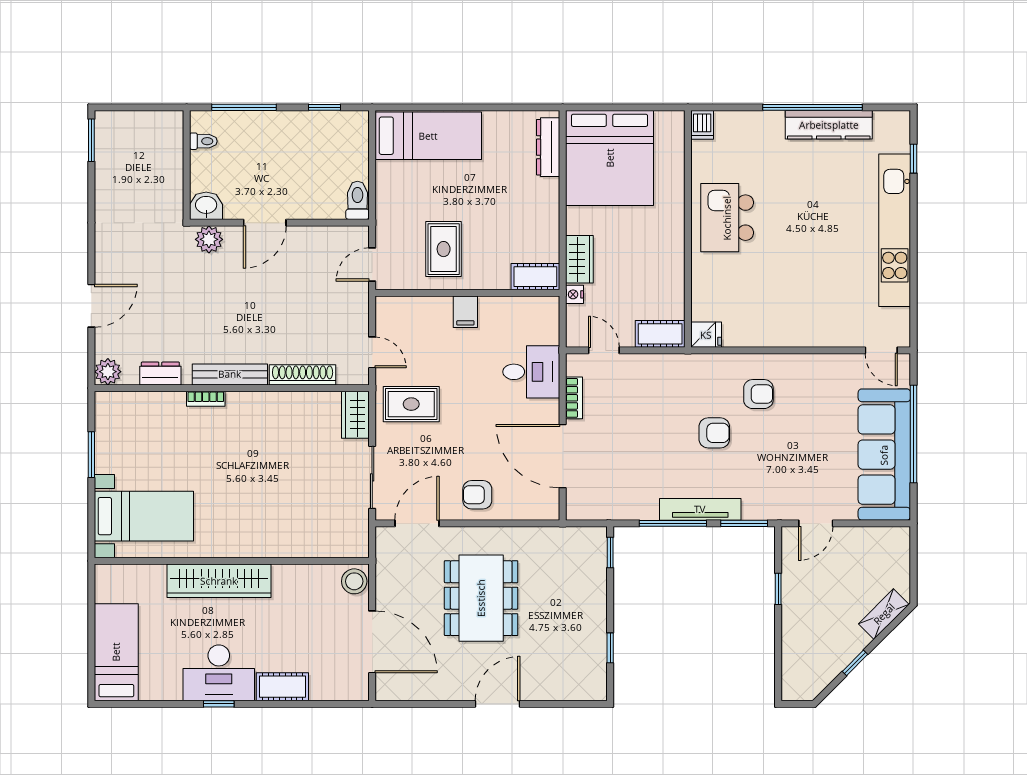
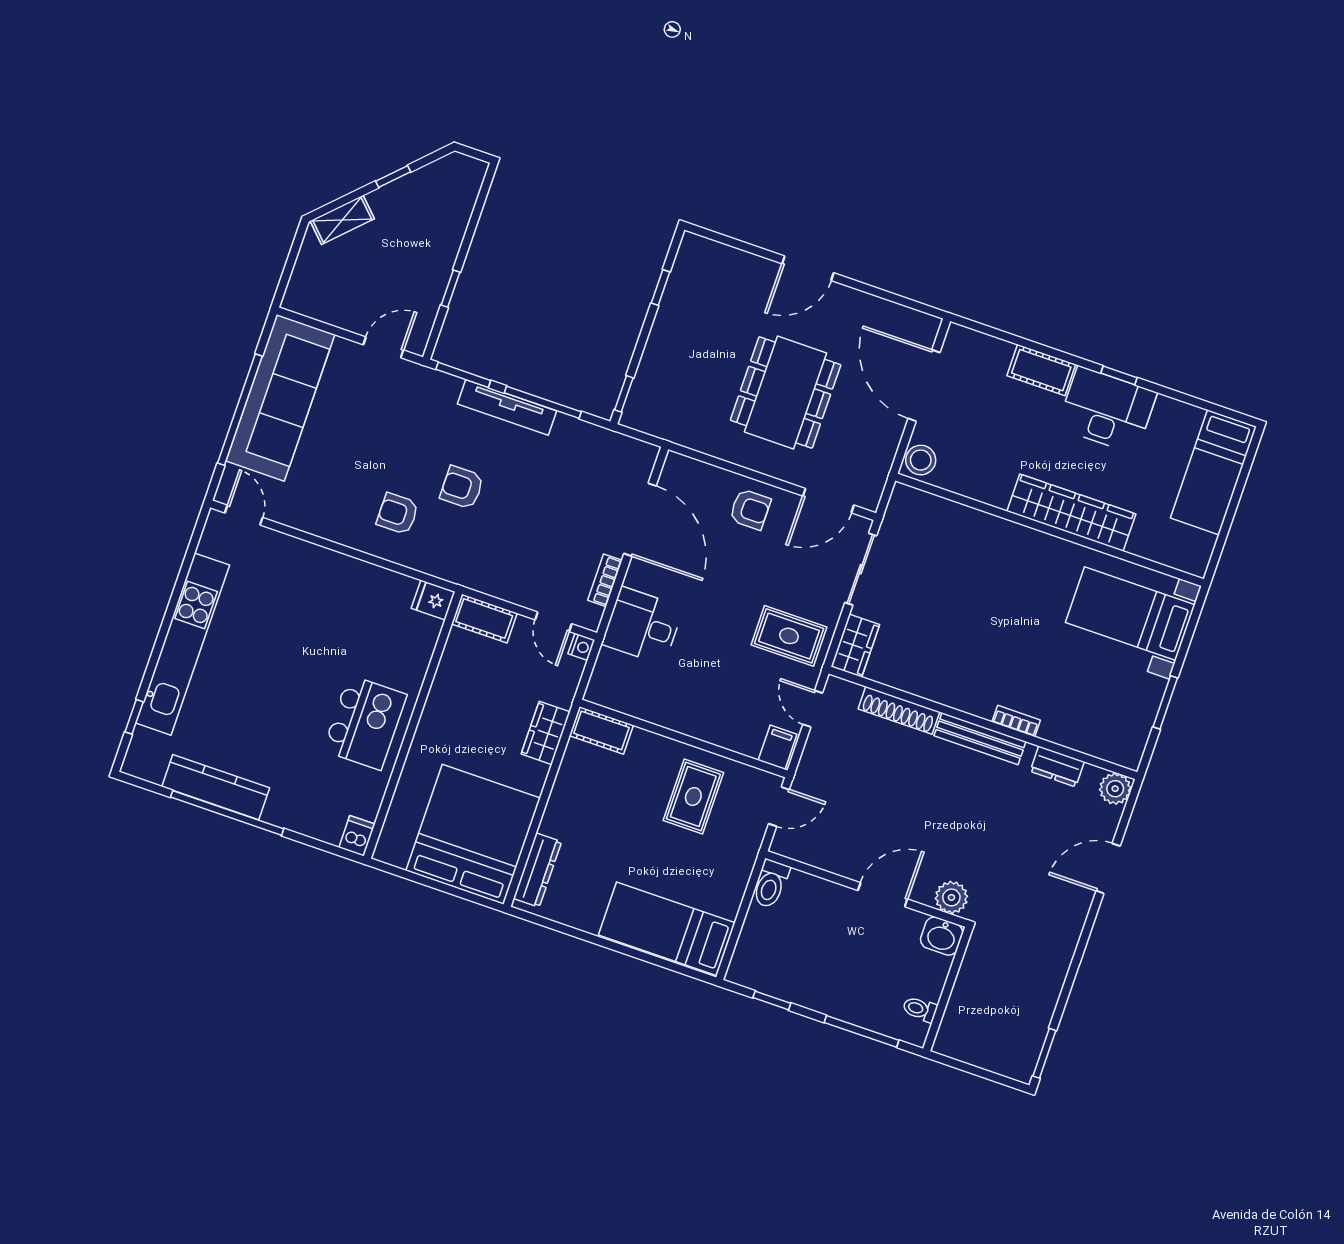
nightstand: (574, 294) -> (581, 647), moved
filing cabinet: (465, 312) -> (778, 747), moved

